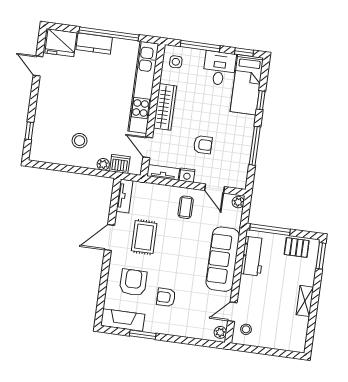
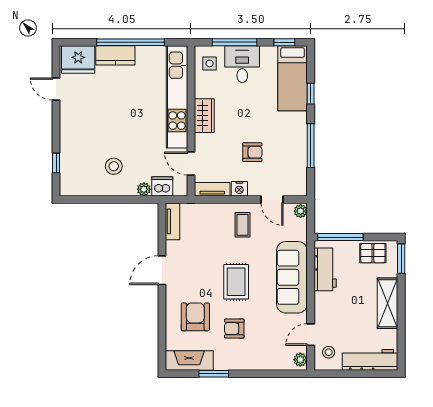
desk: (219, 68) -> (242, 64), moved
wardrobe: (165, 107) -> (204, 116), width x0.67
rug: (144, 237) -> (236, 282), moved
shelving: (305, 301) -> (388, 303), width x1.50, depth x1.33
workbench: (281, 341) -> (370, 360), added

